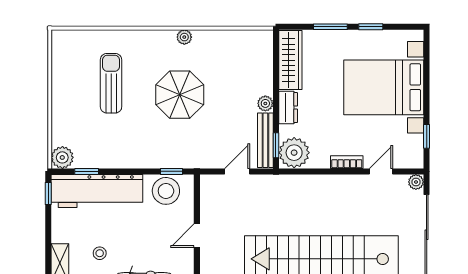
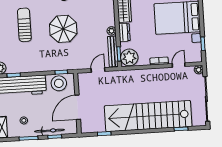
door: (197, 236) -> (78, 107), width x1.87

